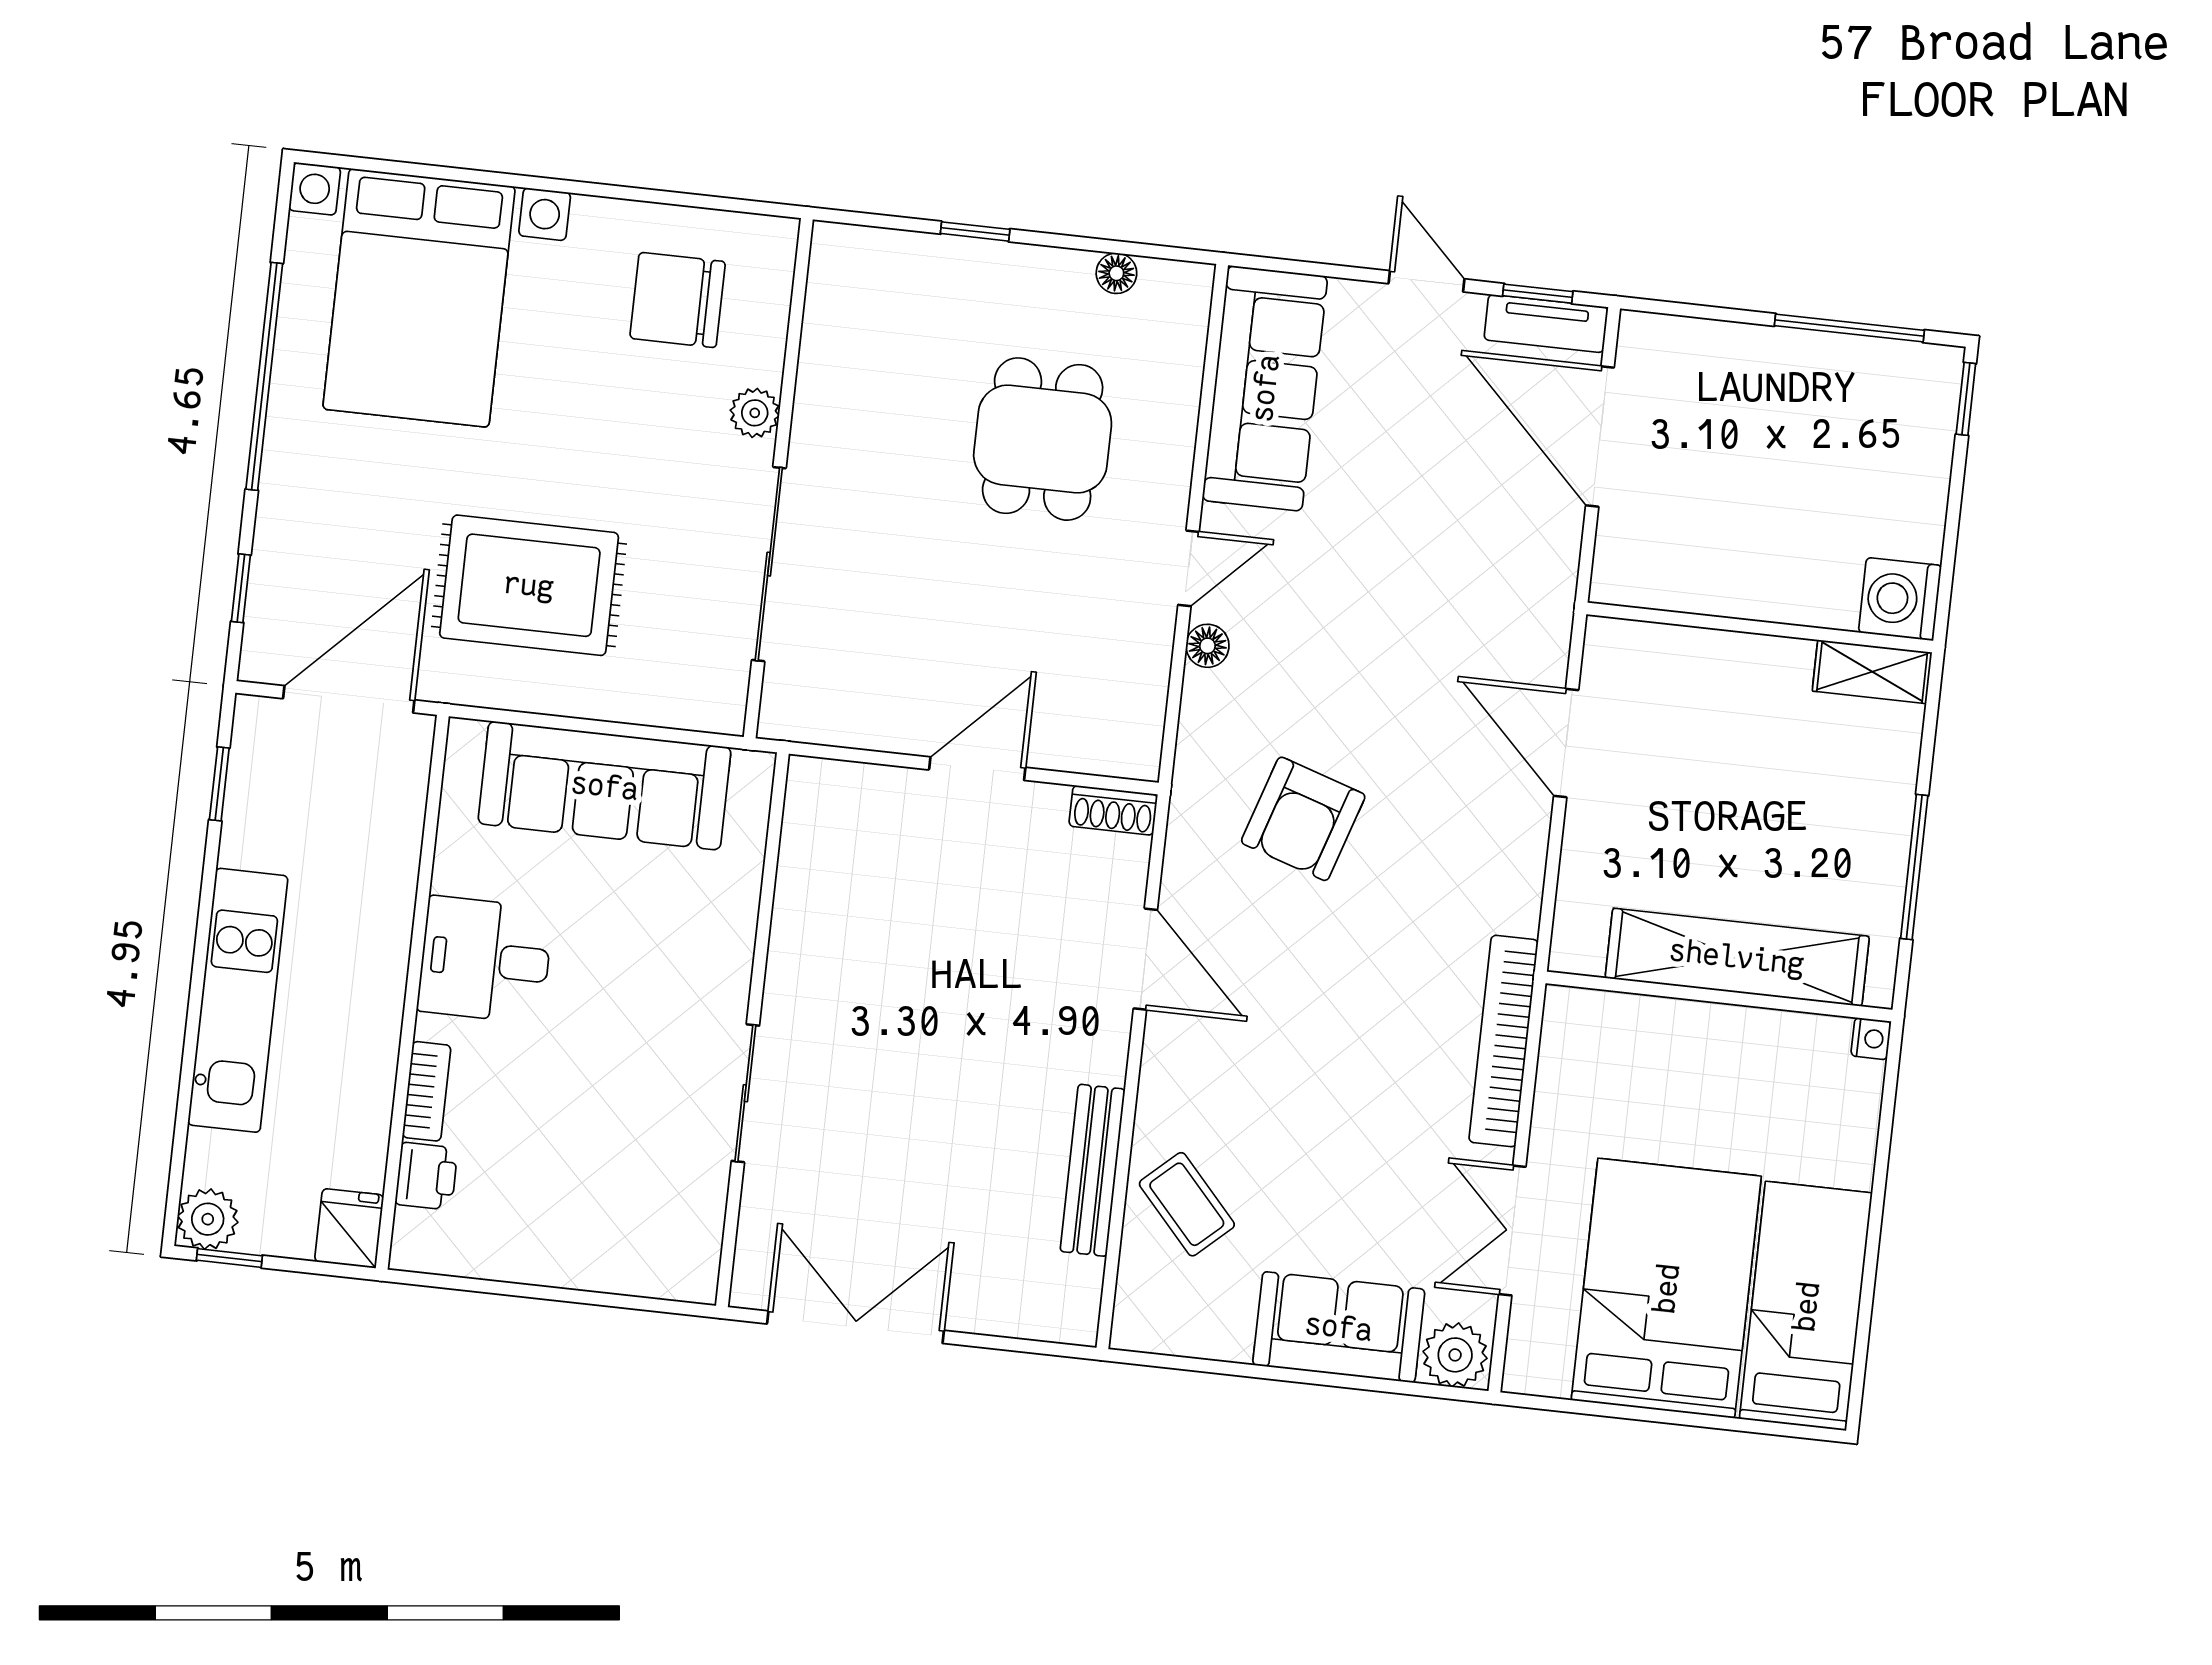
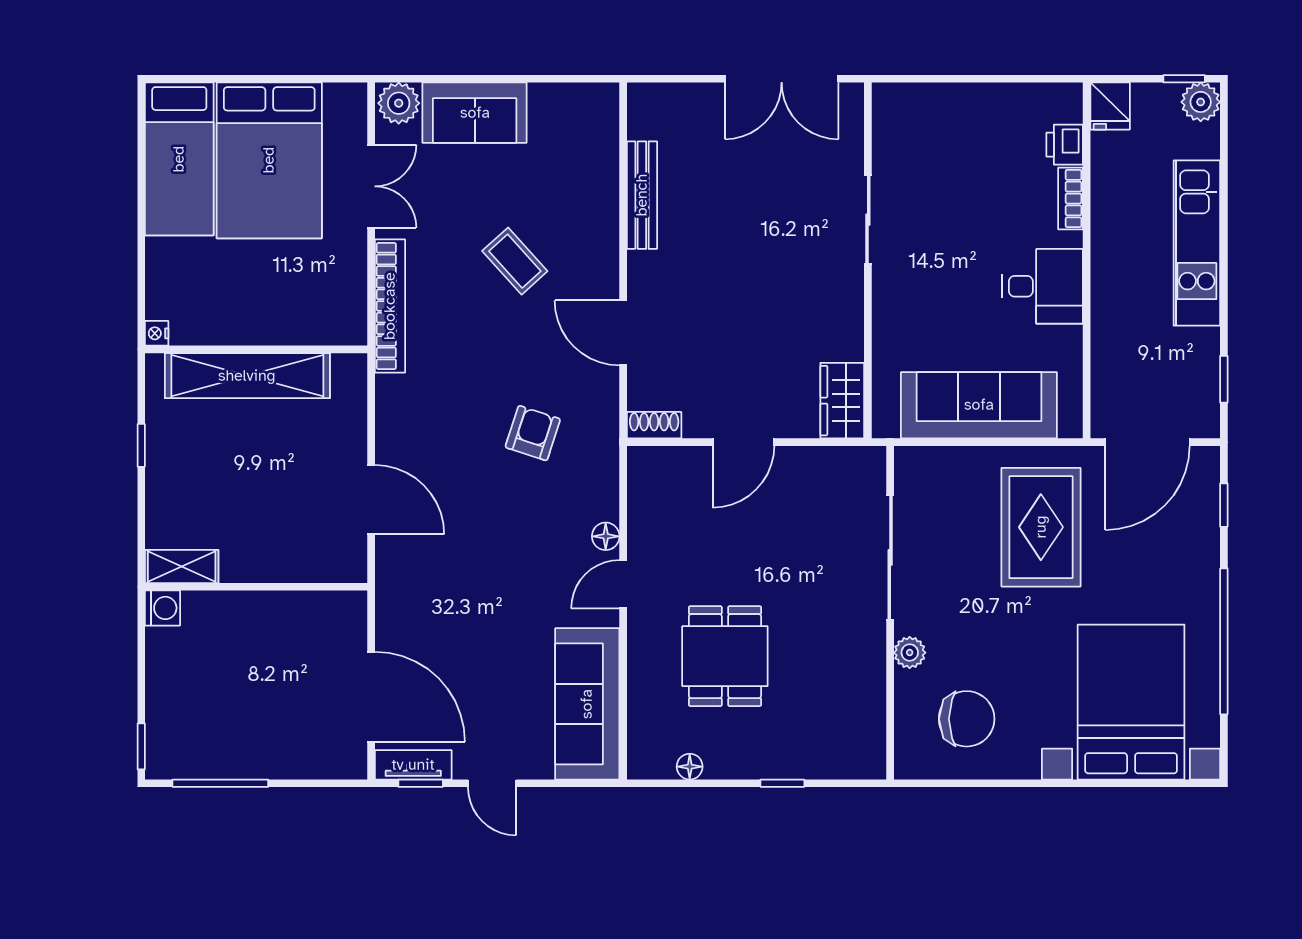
rug: (529, 585) -> (1041, 527), turned 90
washing machine: (1900, 599) -> (162, 608), width x0.73, depth x0.73
wardrobe: (816, 816) -> (842, 401), added
armchair: (1303, 819) -> (533, 433), width x0.72, depth x0.72
window: (1914, 867) -> (141, 445), width x0.46
coffee table: (1187, 1204) -> (515, 261), moved

